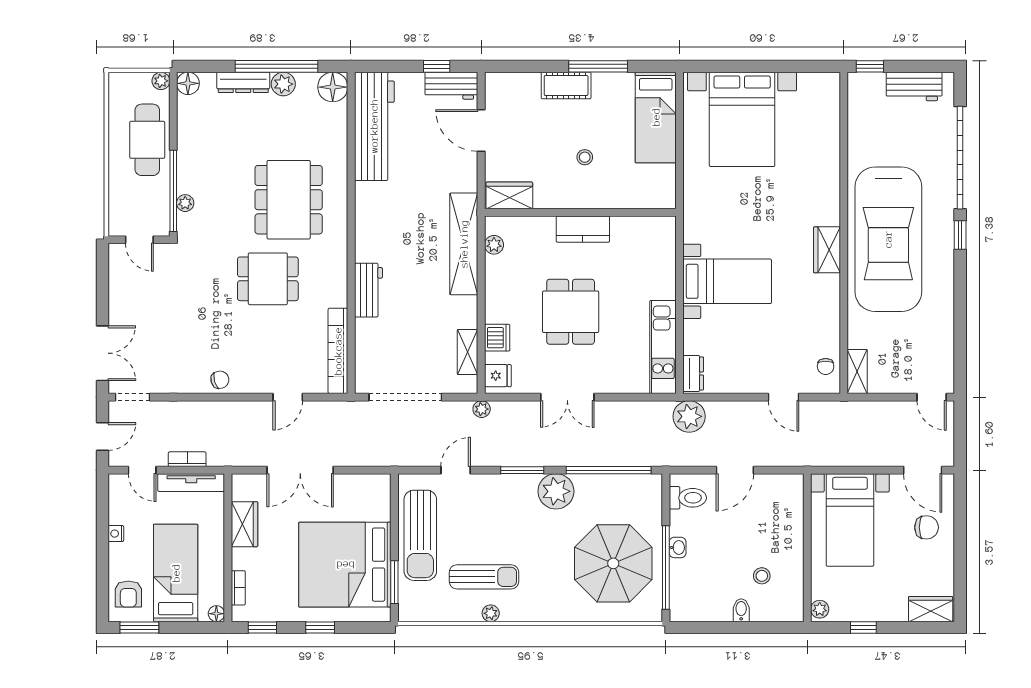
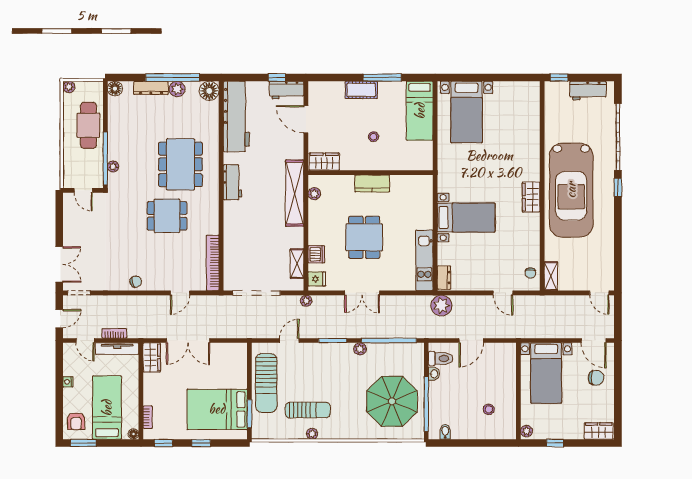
plant: (161, 81) -> (69, 87), moved
bed with nightstands: (742, 119) -> (467, 112), width x0.73
workbench: (368, 290) -> (232, 182), moved
plant: (556, 491) -> (360, 349), width x0.53, depth x0.53
wardrobe: (244, 524) -> (152, 357), moved
washbasin: (678, 547) -> (434, 374), moved
bed: (345, 565) -> (217, 409), width x0.73
bidet: (741, 610) -> (445, 432), moved

